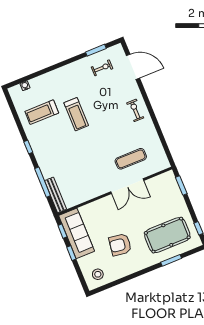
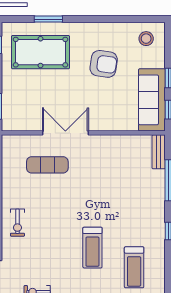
treadmill: (42, 112) -> (134, 267), turned 90
treadmill: (76, 114) -> (92, 248), turned 180
bench: (55, 195) -> (159, 152), width x0.73

